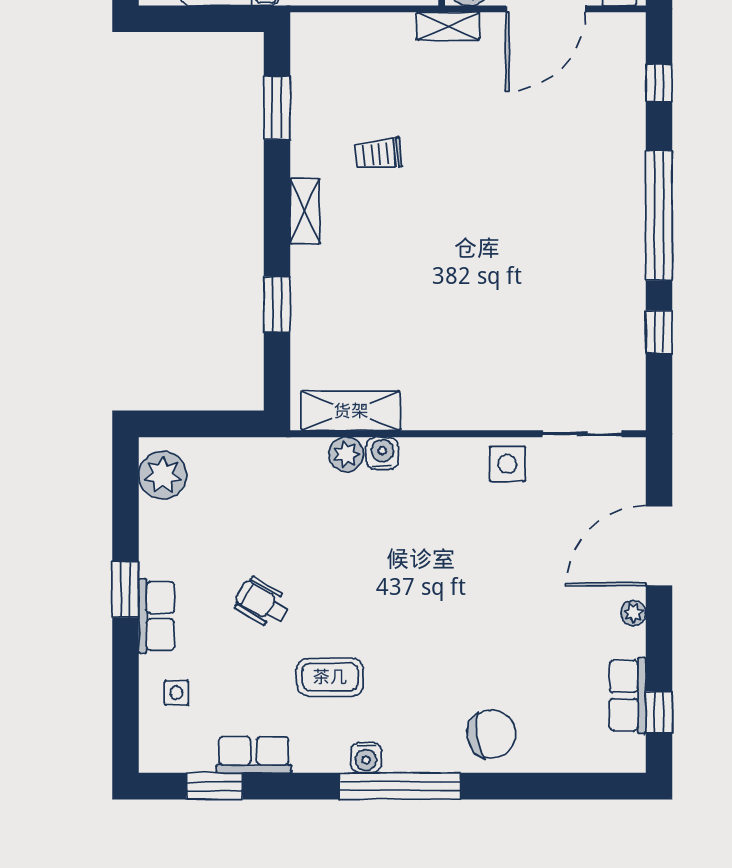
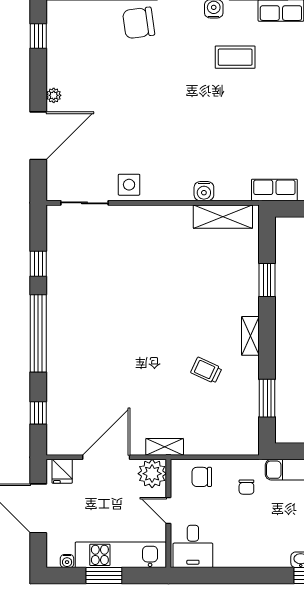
trolley: (378, 154) -> (206, 370), turned -149
plant: (346, 454) -> (226, 190), removed
wheelchair: (262, 603) -> (276, 102), removed
row of seats: (628, 696) -> (274, 190), moved, turned -90

